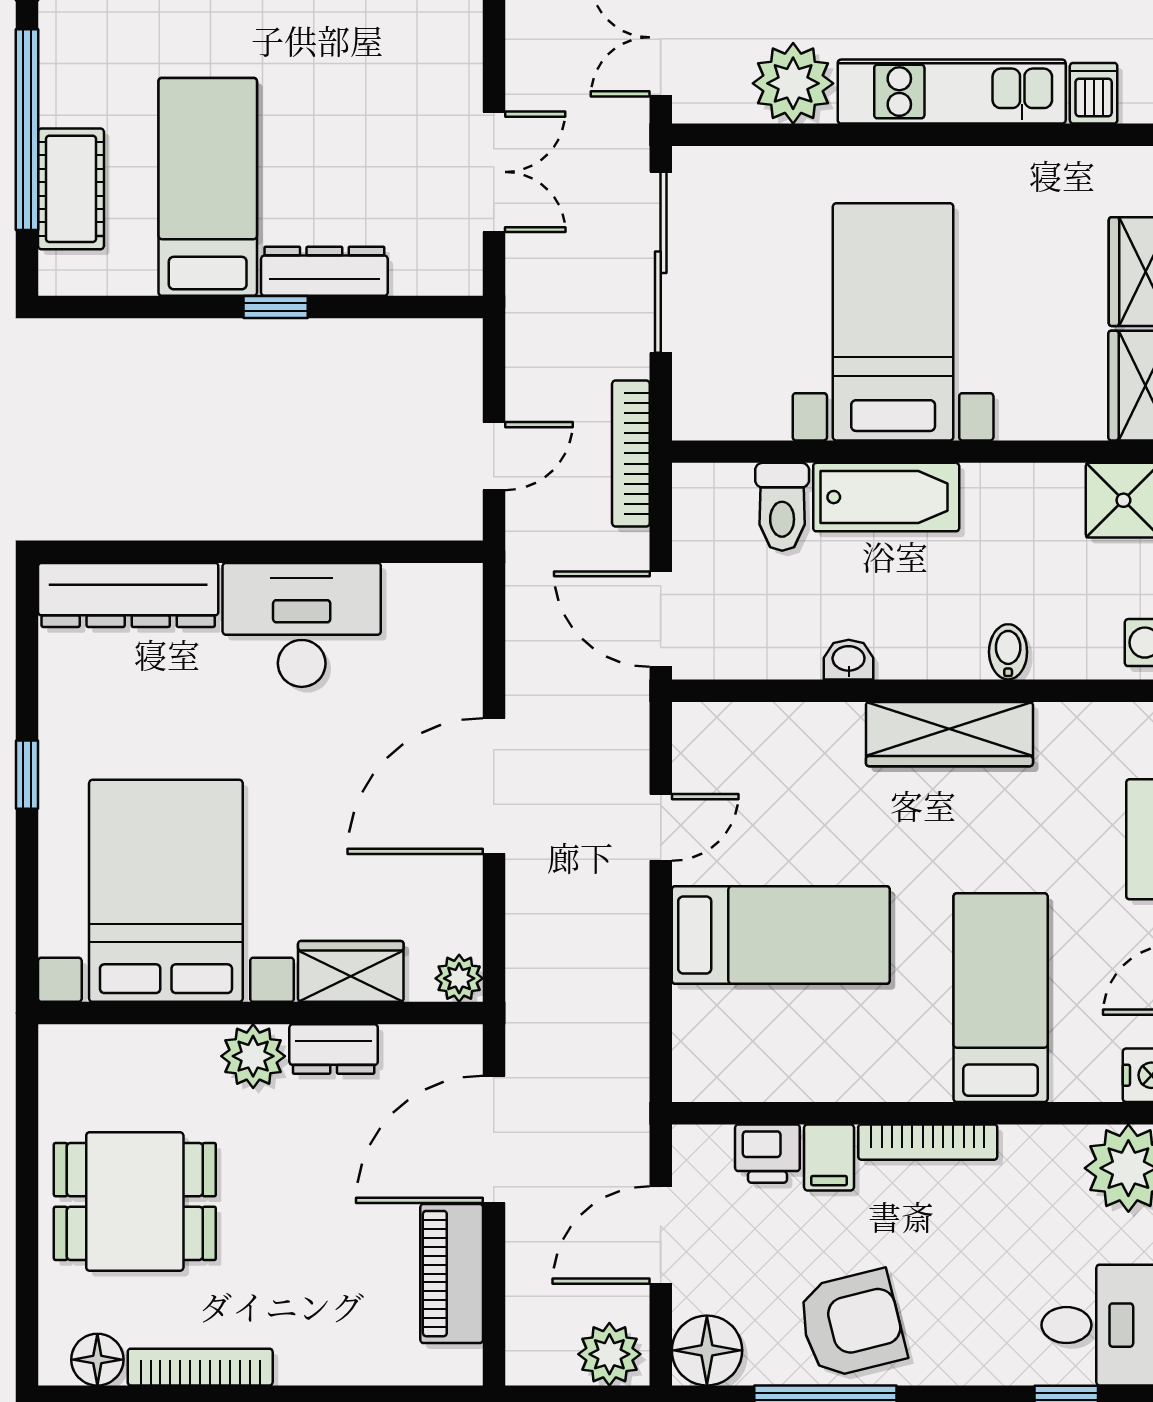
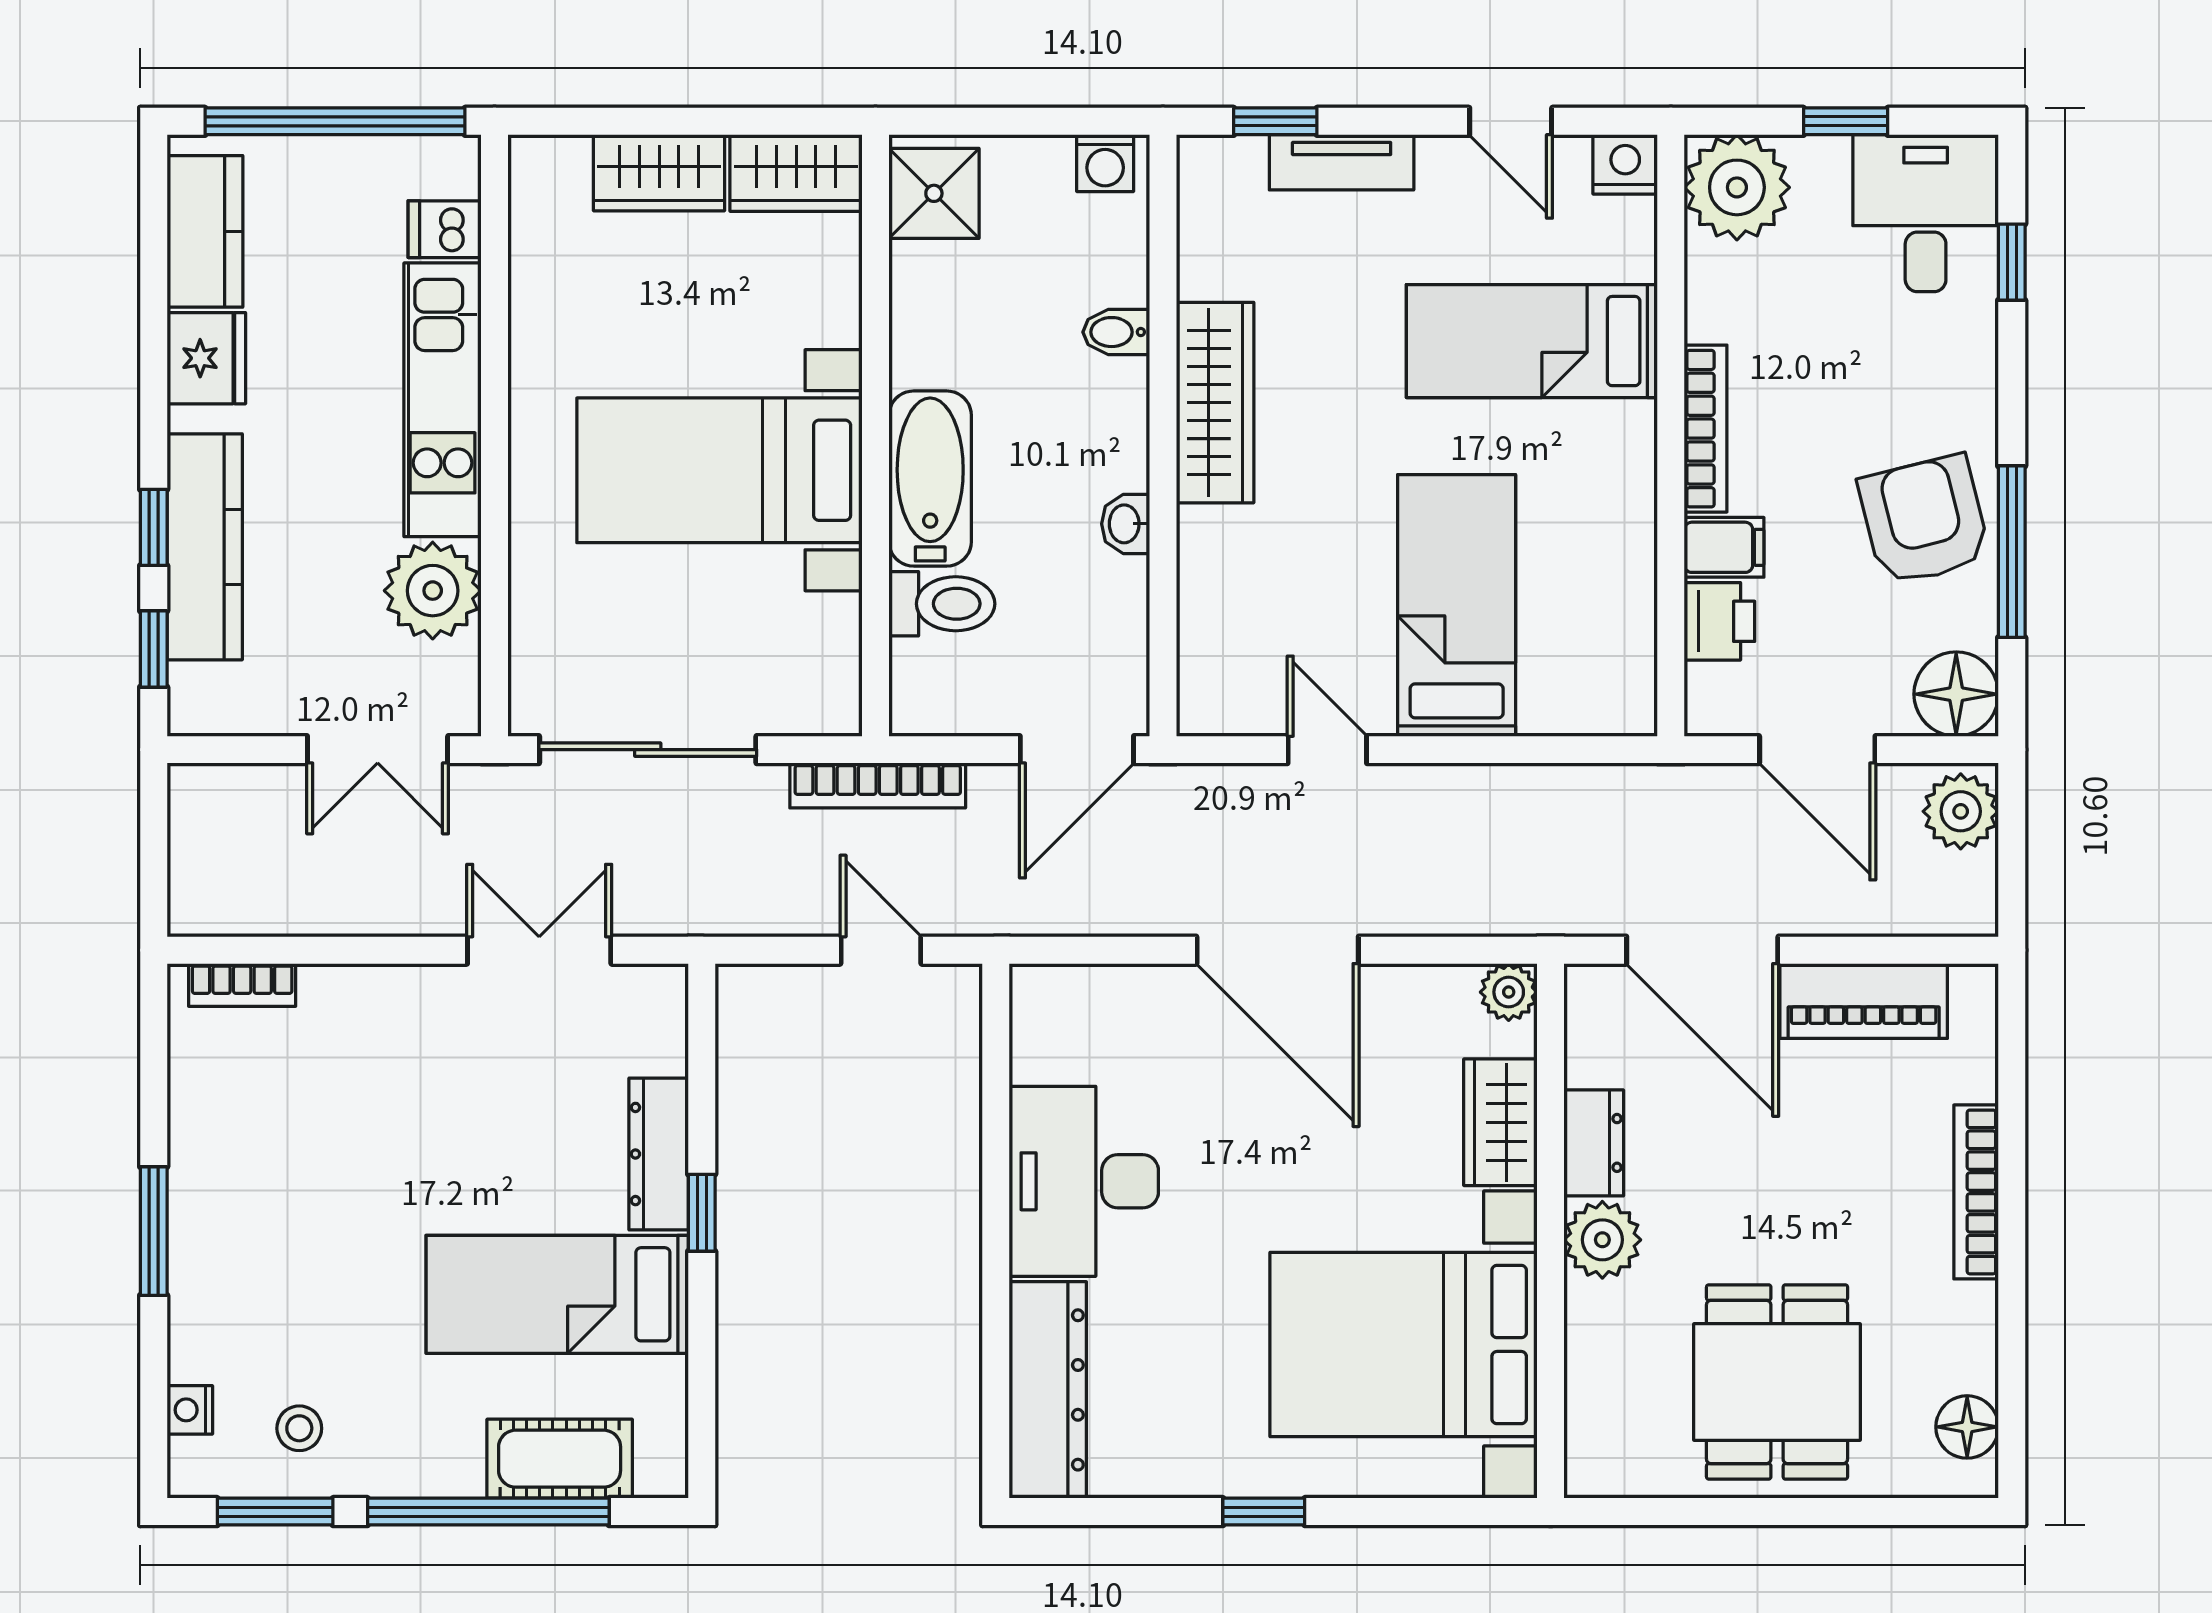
bookcase: (200, 1367) -> (1976, 1192), moved

